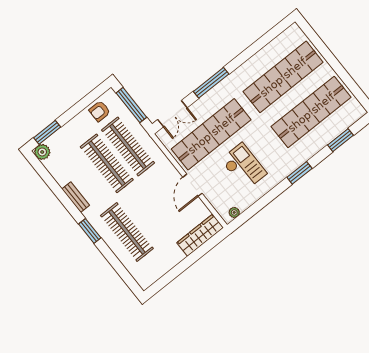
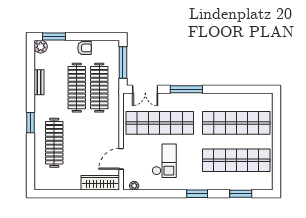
armchair: (100, 111) -> (85, 48), moved, turned 180
door: (193, 185) -> (121, 159), moved
bench: (76, 197) -> (39, 82), moved

